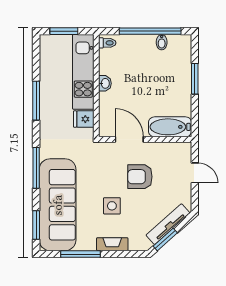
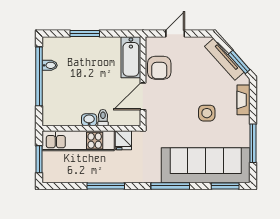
toilet: (107, 43) -> (103, 118), moved
armchair: (140, 177) -> (159, 68), moved
fireplace: (112, 244) -> (244, 100), moved

